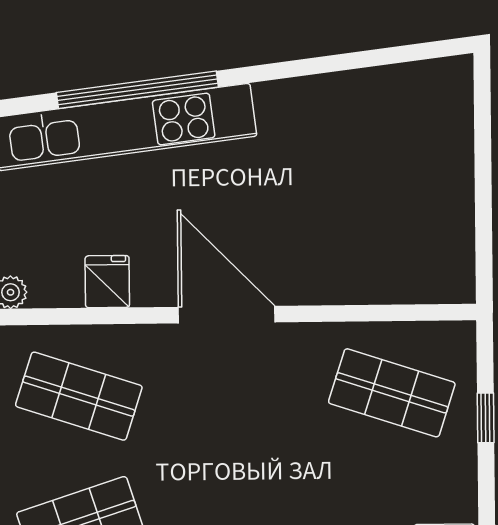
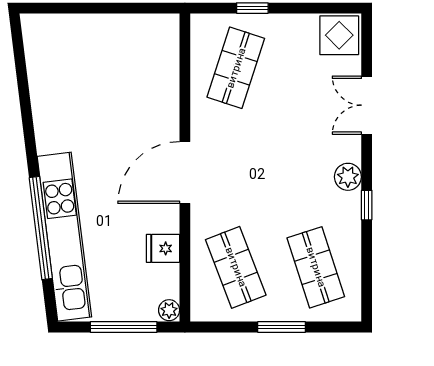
shop shelf: (79, 396) -> (236, 267), turned -39

